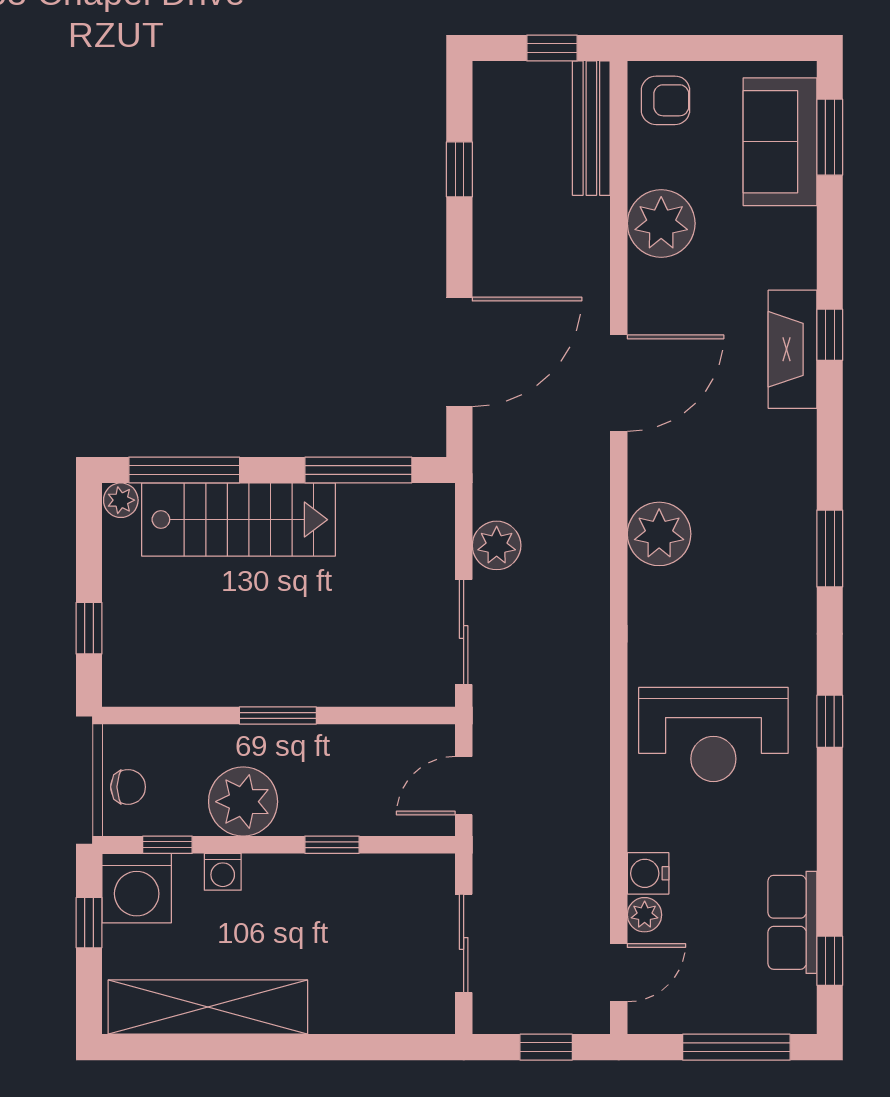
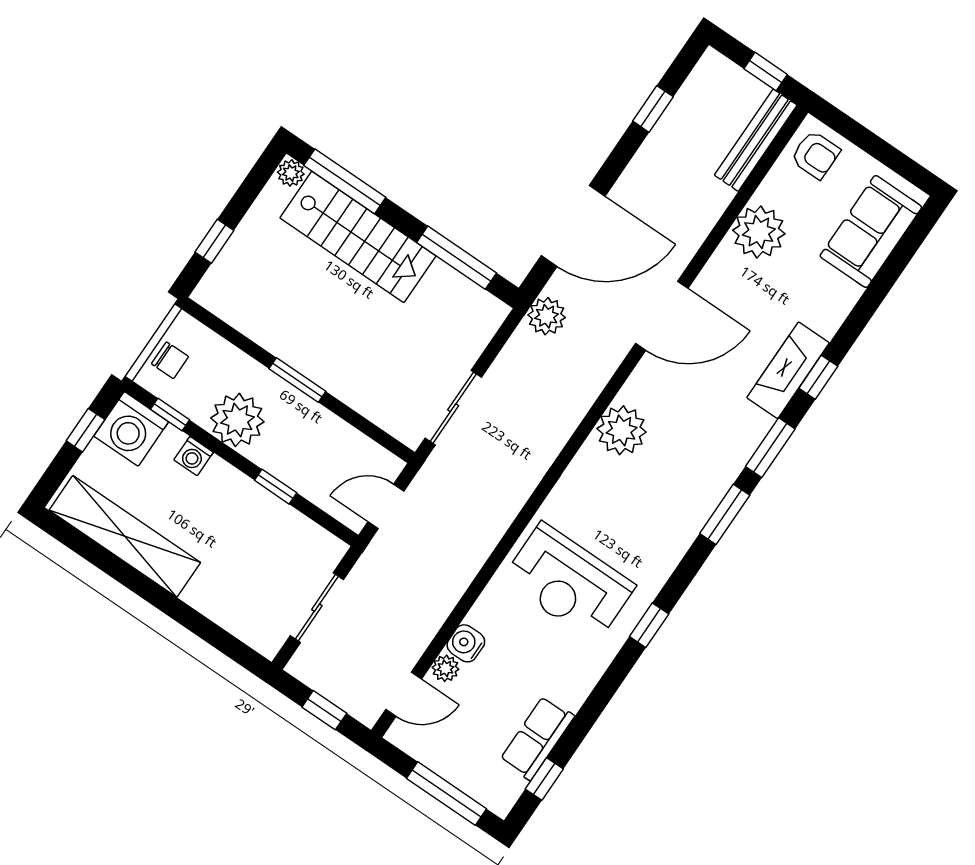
window: (830, 137) -> (770, 448), moved
plant: (497, 545) -> (547, 316), moved

